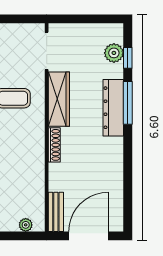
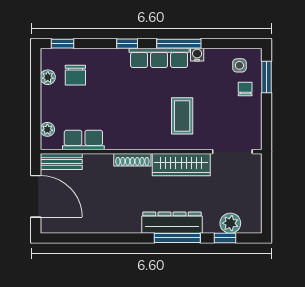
row of seats: (36, 191) -> (83, 140), added

